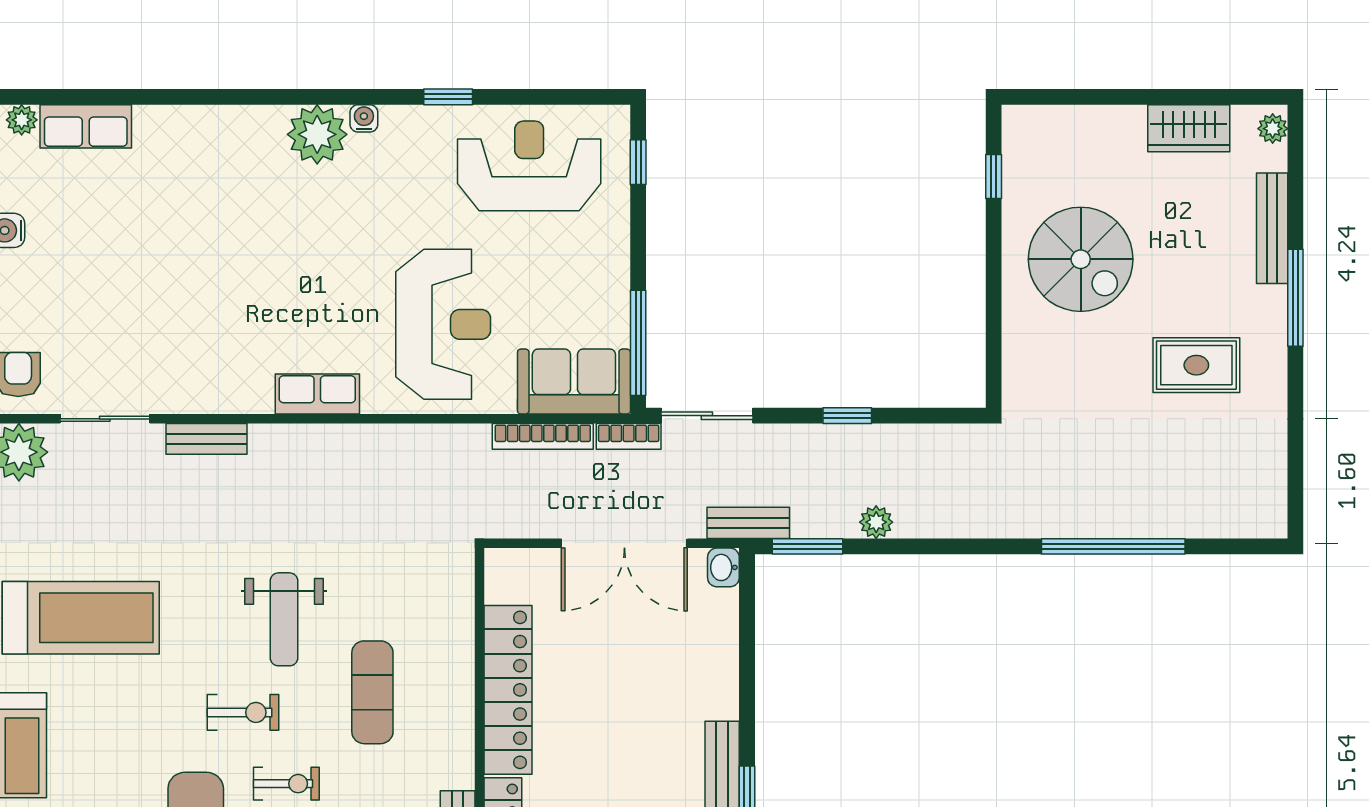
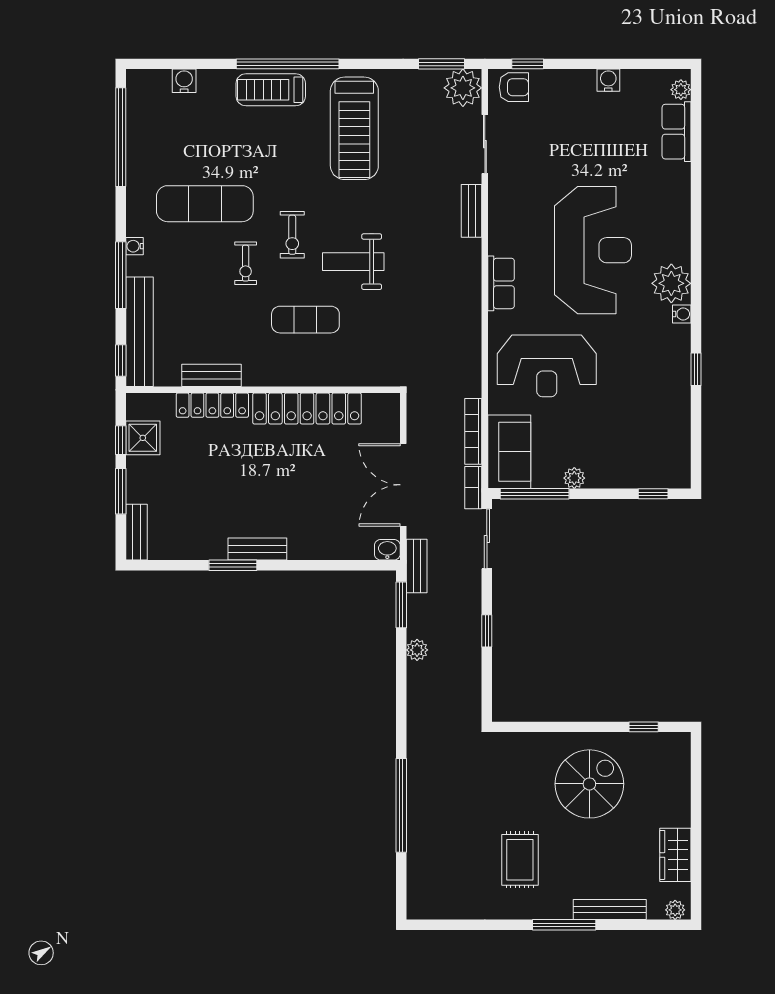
reception desk: (529, 166) -> (593, 250), moved, width x1.36, depth x1.30
spiral stairs: (1081, 259) -> (589, 784), turned 180
plant: (614, 282) -> (574, 478), added

